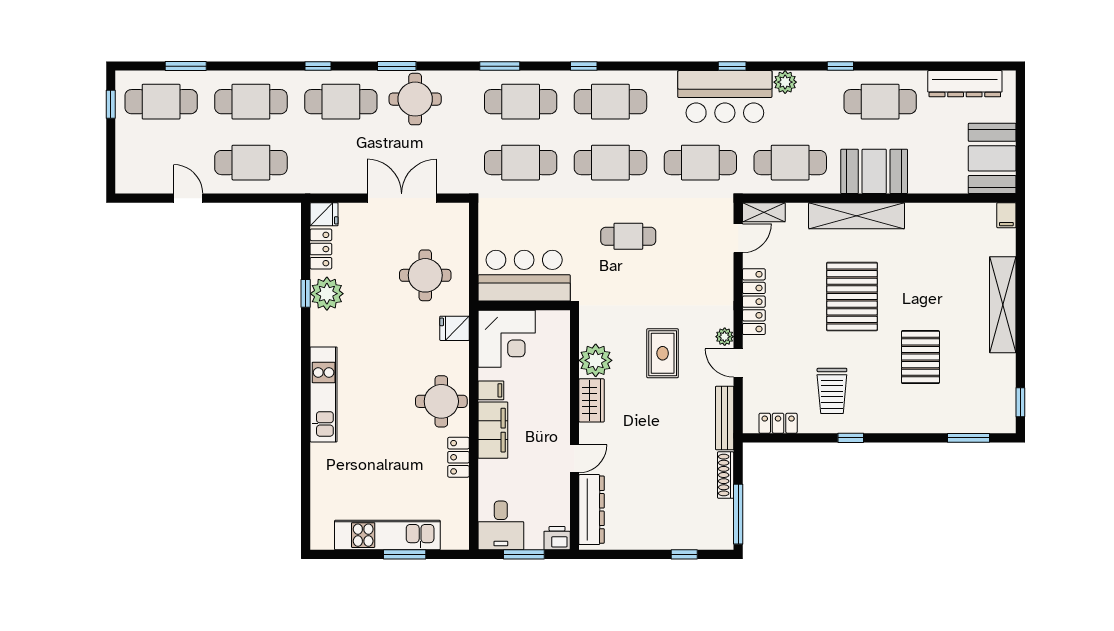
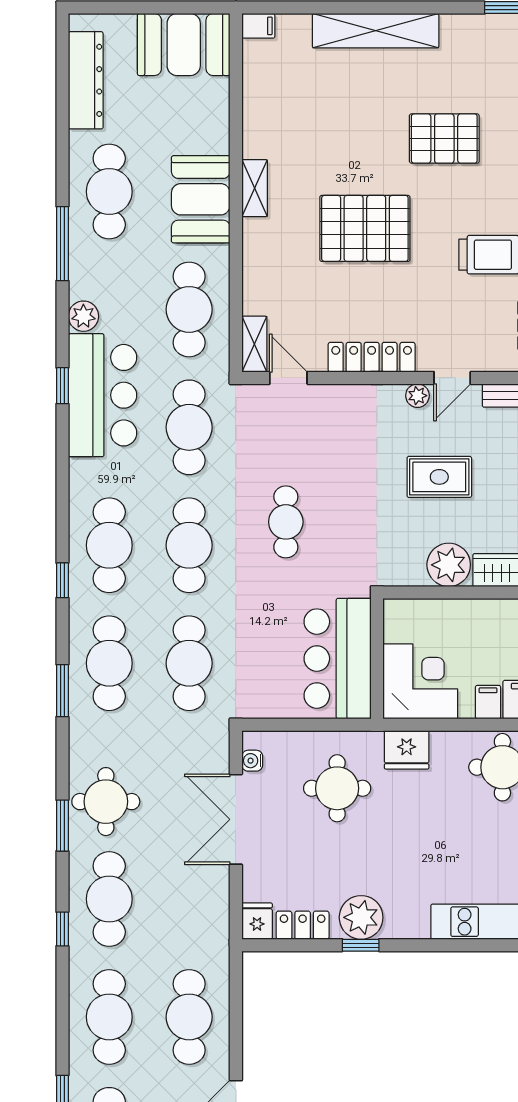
window: (840, 66) -> (62, 244), width x2.17
water cooler: (446, 211) -> (252, 761), added
shelving: (857, 216) -> (255, 188), width x0.45, depth x0.75
fridge: (455, 328) -> (407, 750), width x1.38

